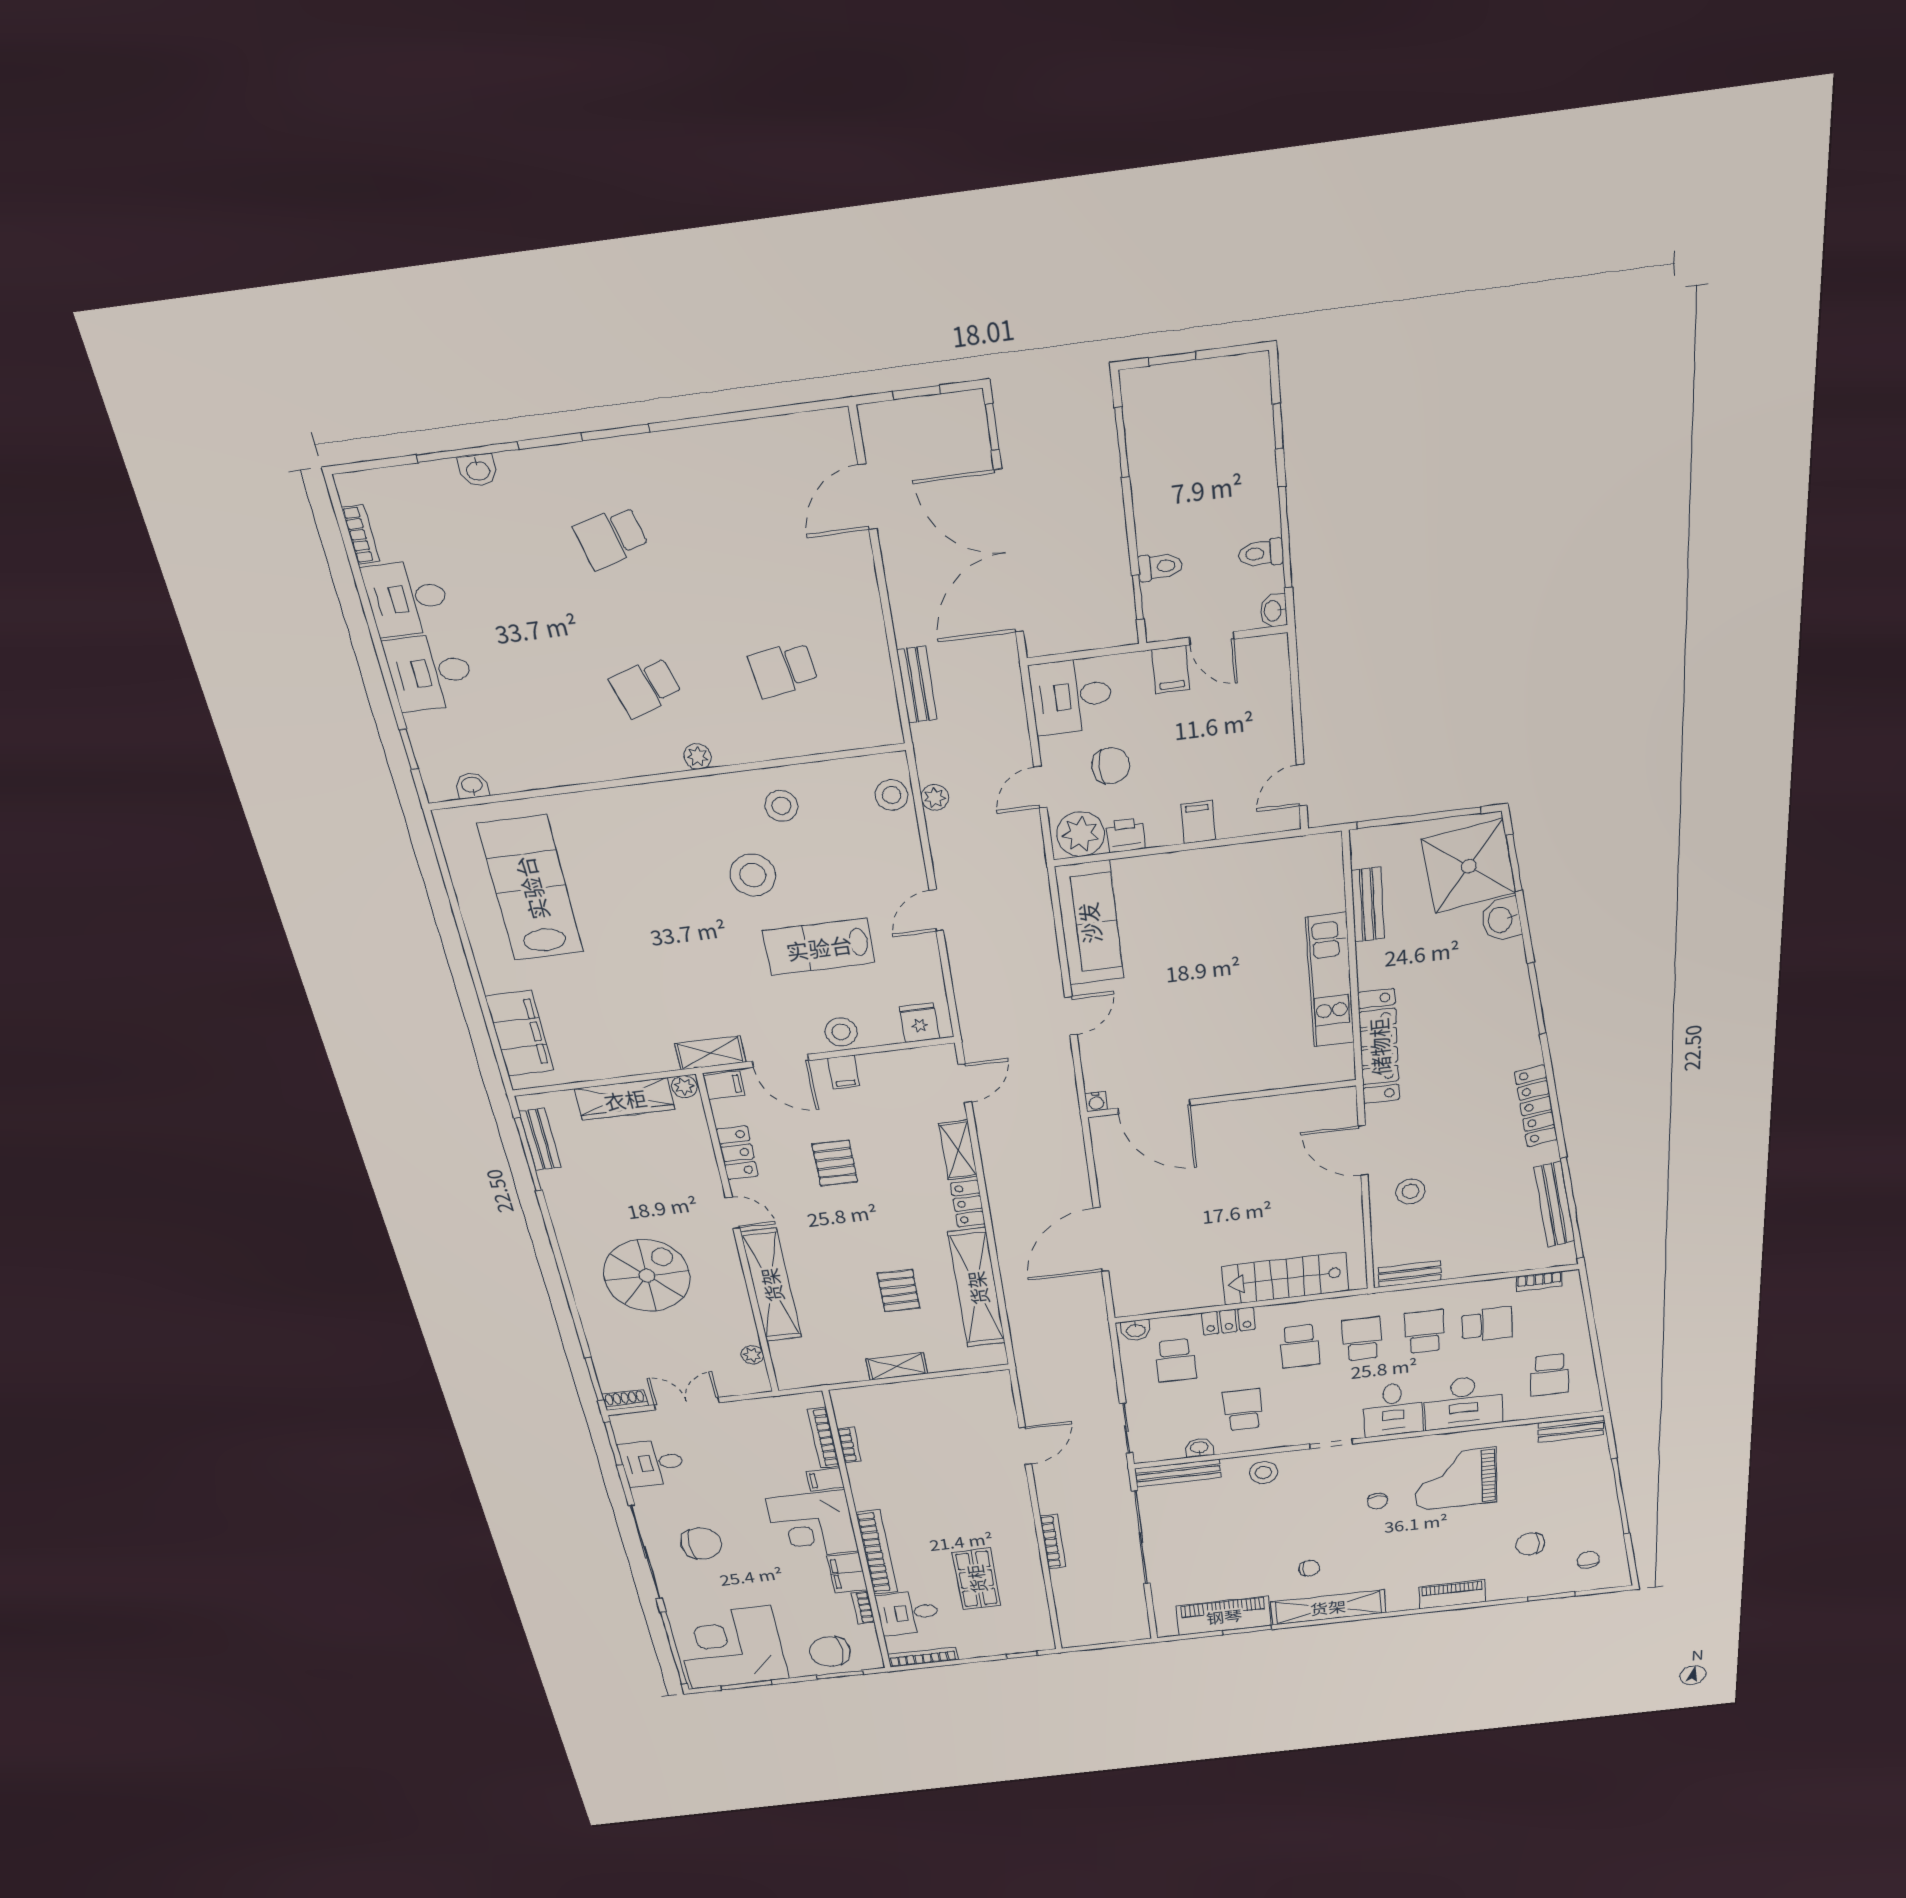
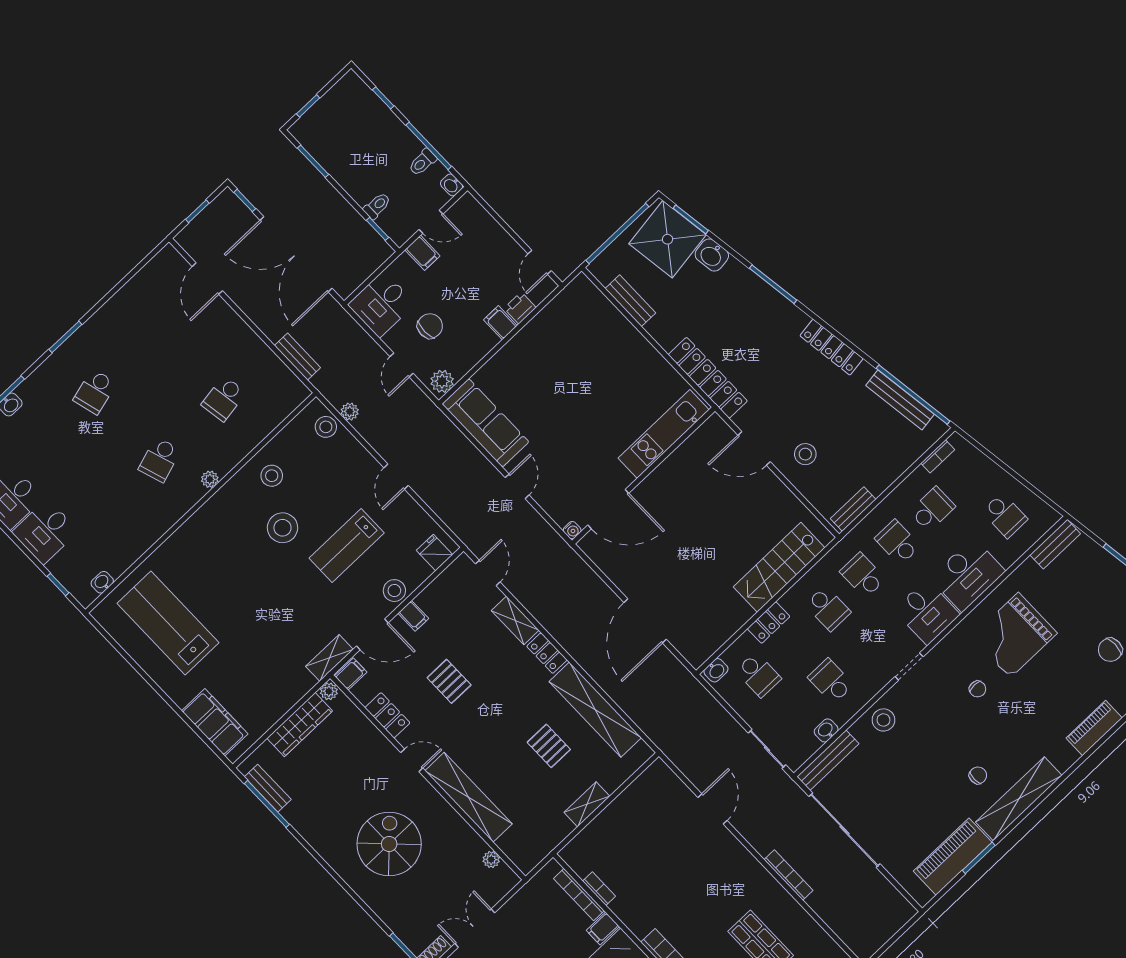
plant: (1081, 834) -> (442, 381), width x0.73, depth x0.73
printer: (1126, 835) -> (520, 308), moved
kitchen unit: (1330, 981) -> (664, 434), moved, turned 90

